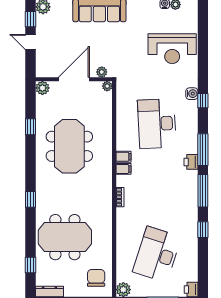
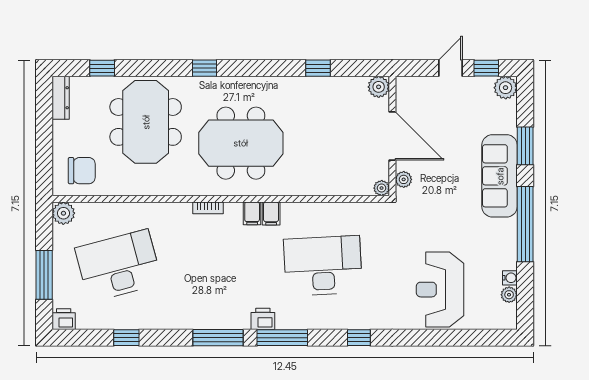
water cooler: (192, 94) -> (370, 320), removed
meeting table: (69, 146) -> (241, 143), moved
window: (203, 230) -> (126, 338), moved
desk: (157, 254) -> (119, 266), turned -33

